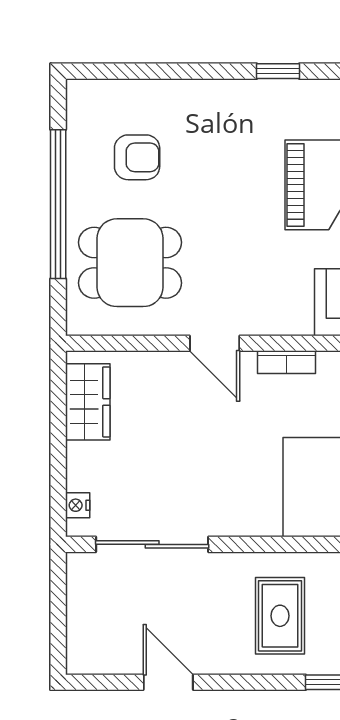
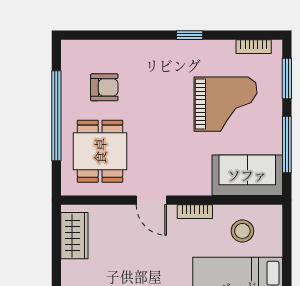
dining table: (130, 263) -> (100, 151), turned 90

